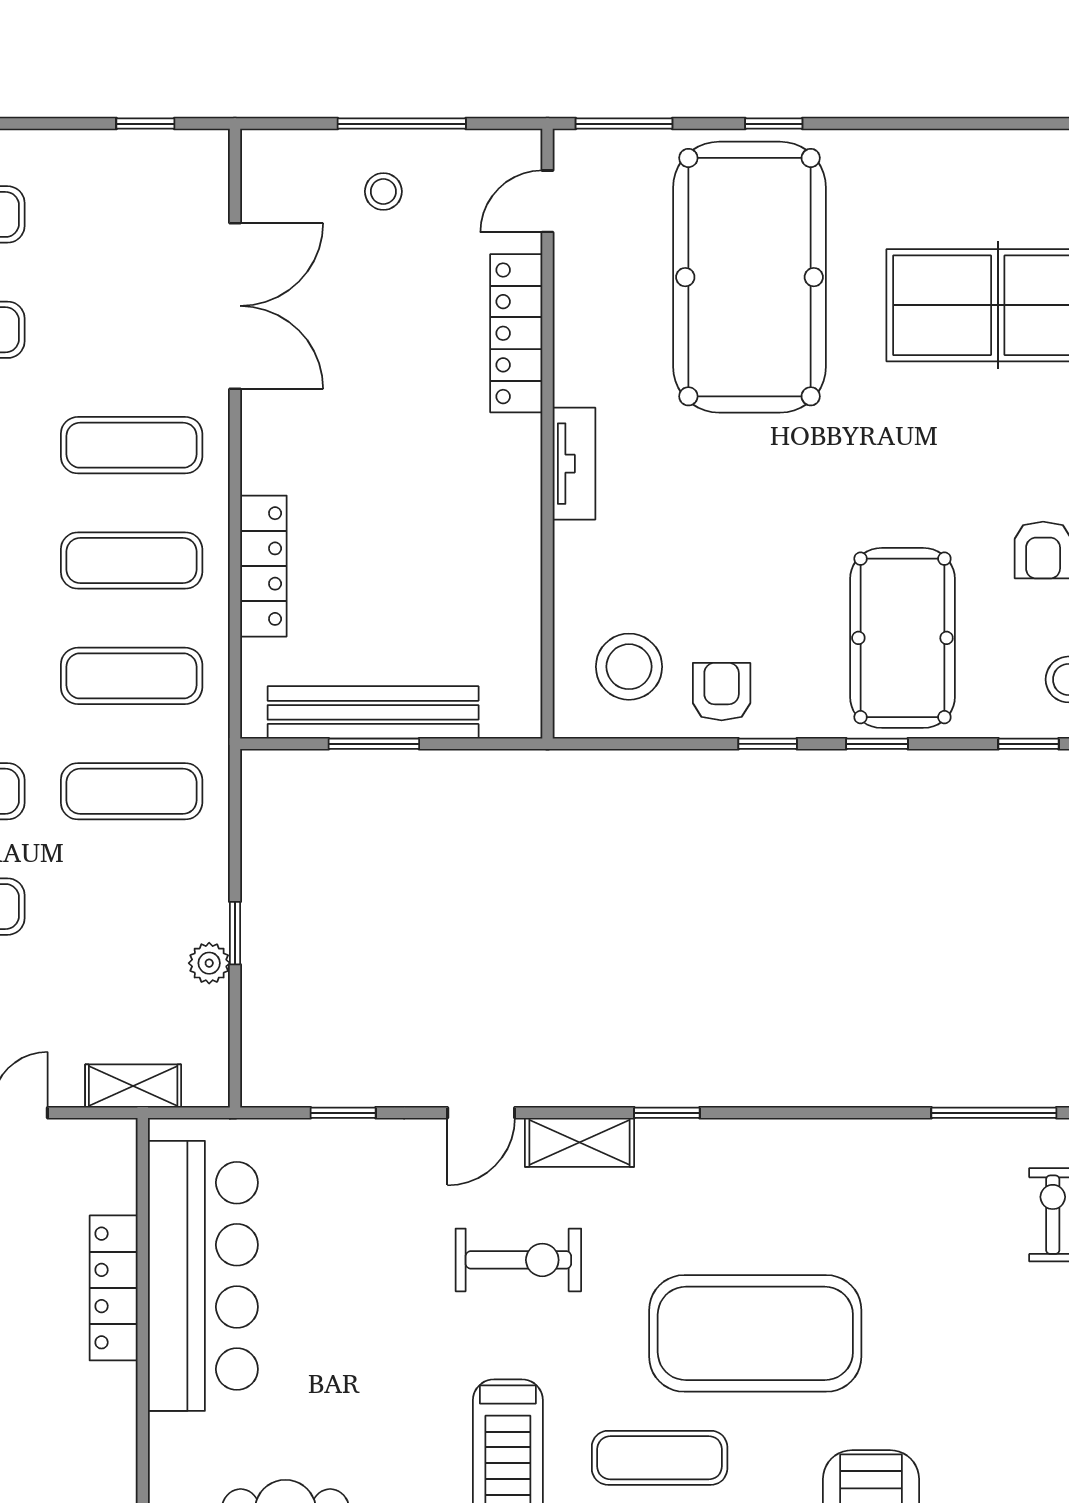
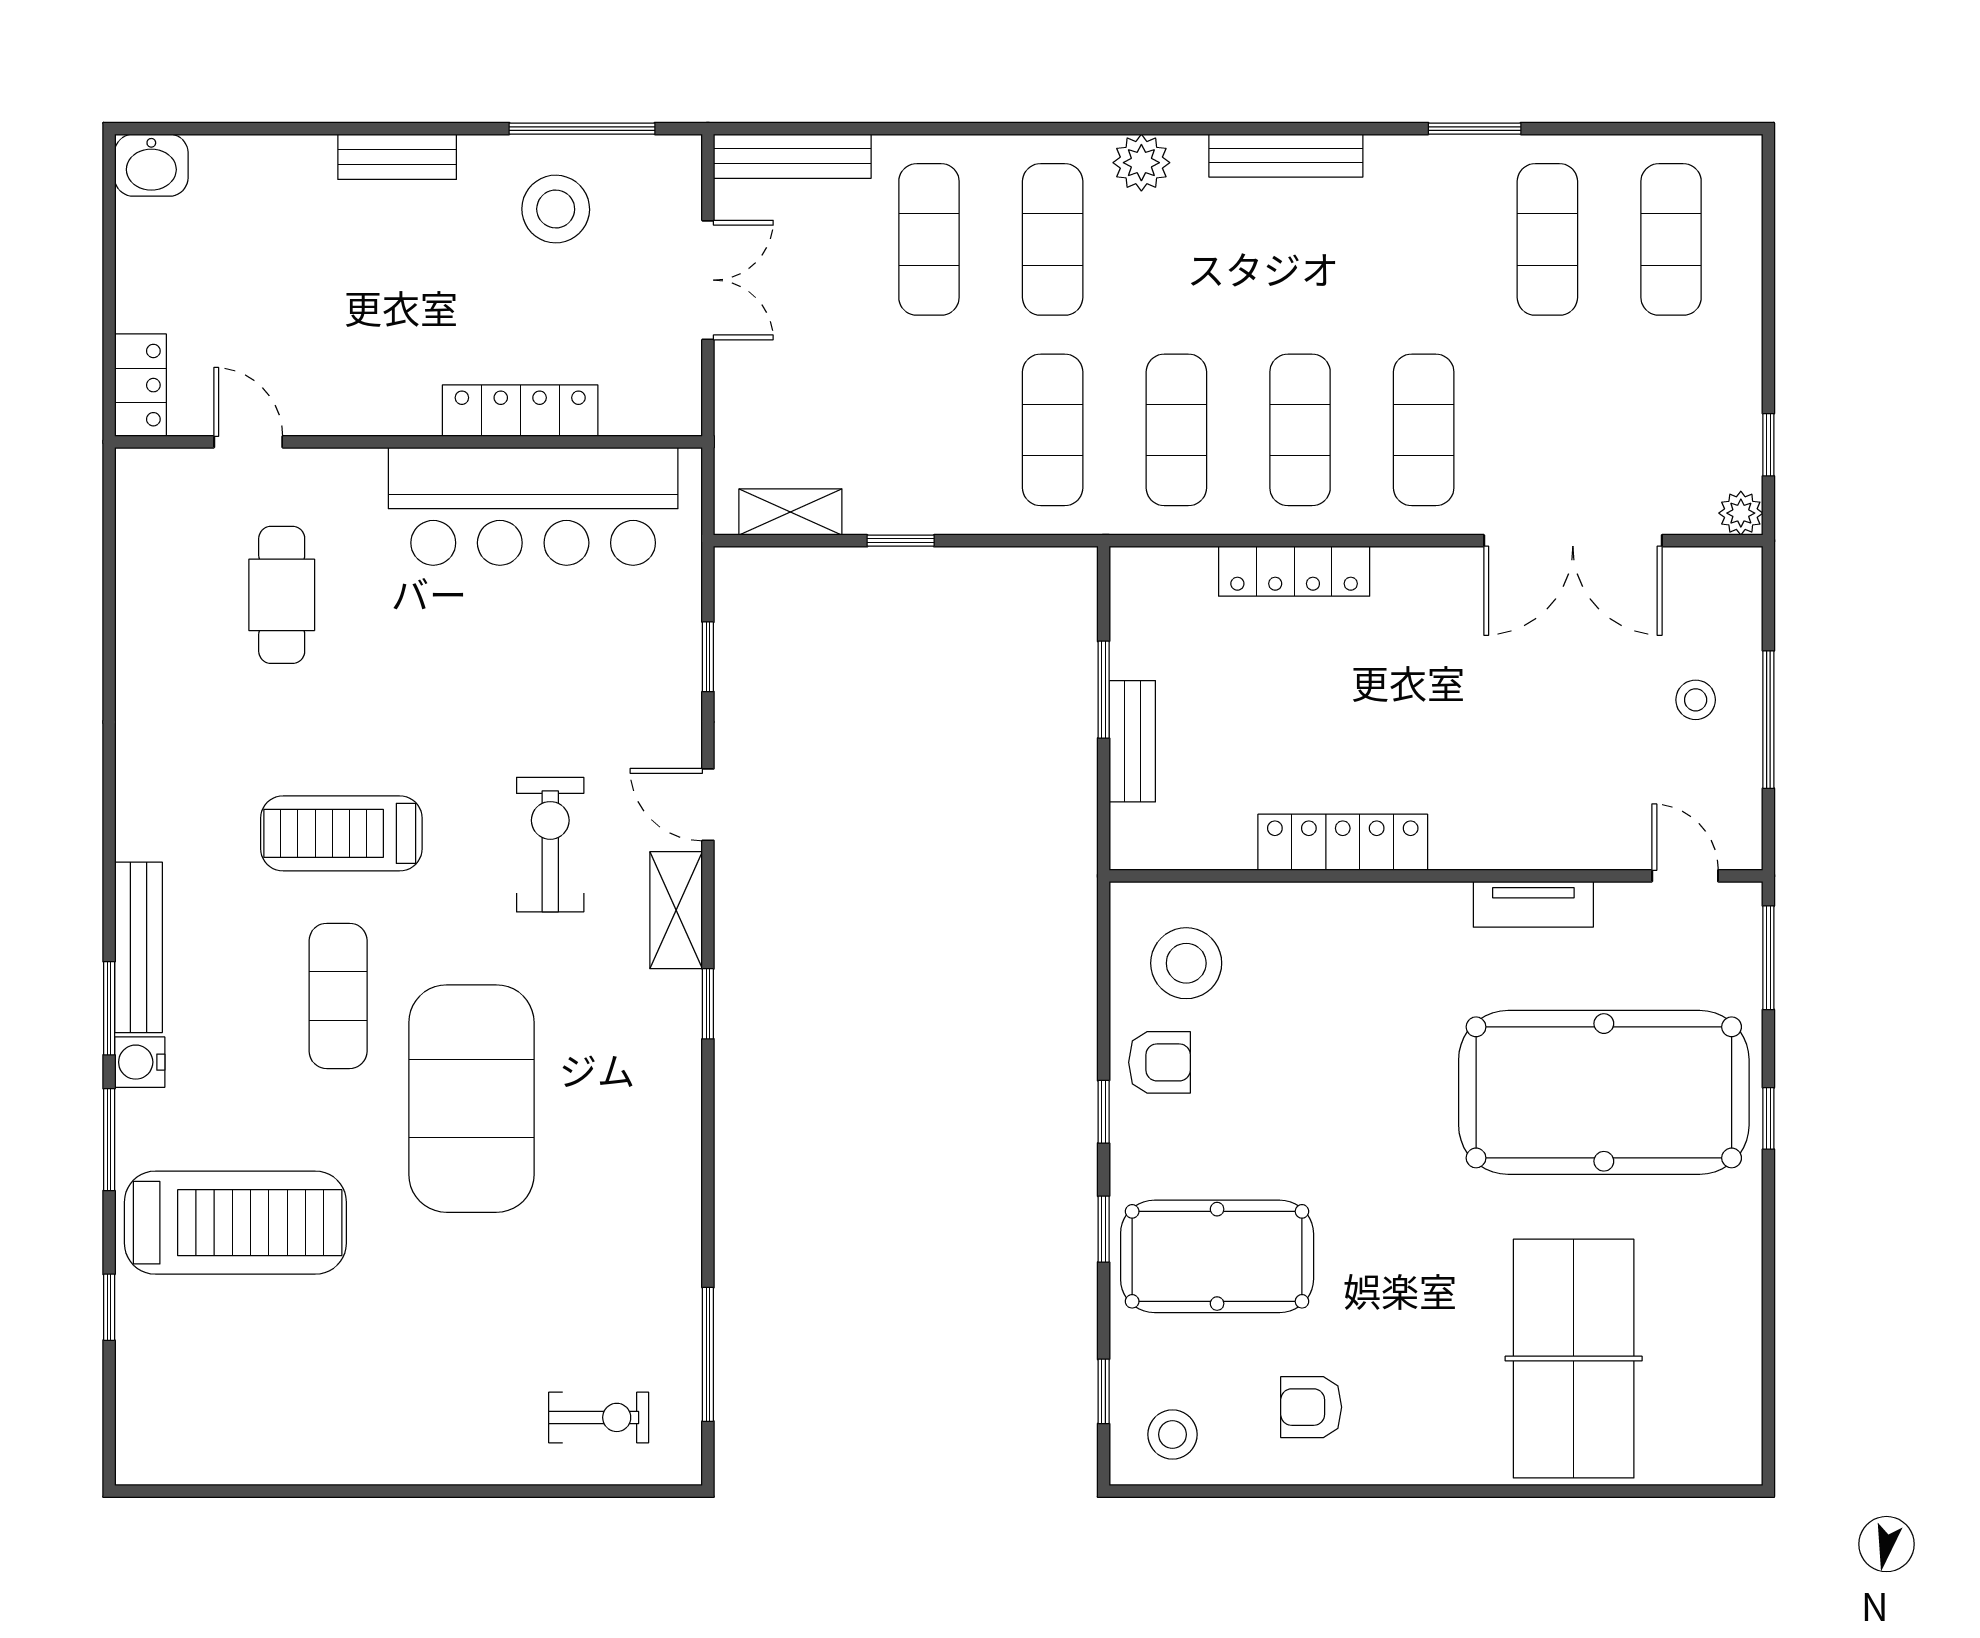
locker: (516, 333) -> (1343, 842), moved
tv unit: (574, 464) -> (1533, 904), moved
bench: (373, 712) -> (1132, 741), width x0.54, depth x0.82
plant: (209, 963) -> (1741, 513), moved
shelving: (133, 1086) -> (790, 512), moved, turned 90
exercise bike: (518, 1260) -> (550, 845), turned 180

